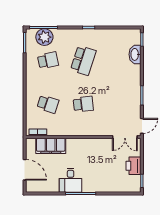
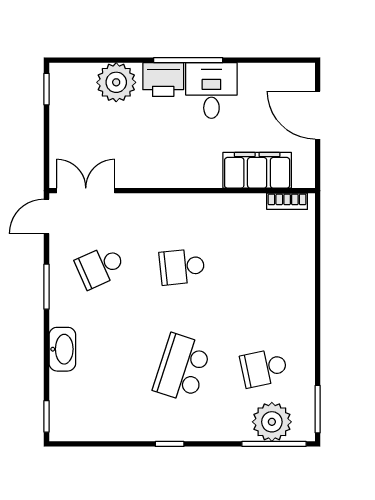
washbasin: (135, 54) -> (62, 349), moved
school desk: (48, 104) -> (100, 267), moved, turned -42
printer: (133, 166) -> (163, 80), moved, turned 90
plant: (112, 184) -> (116, 82), added

